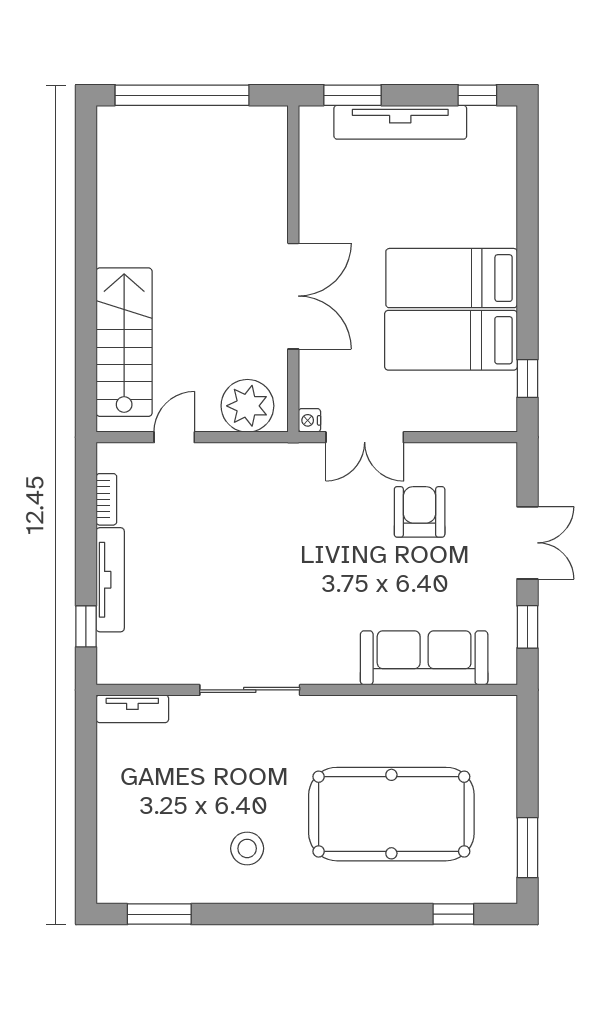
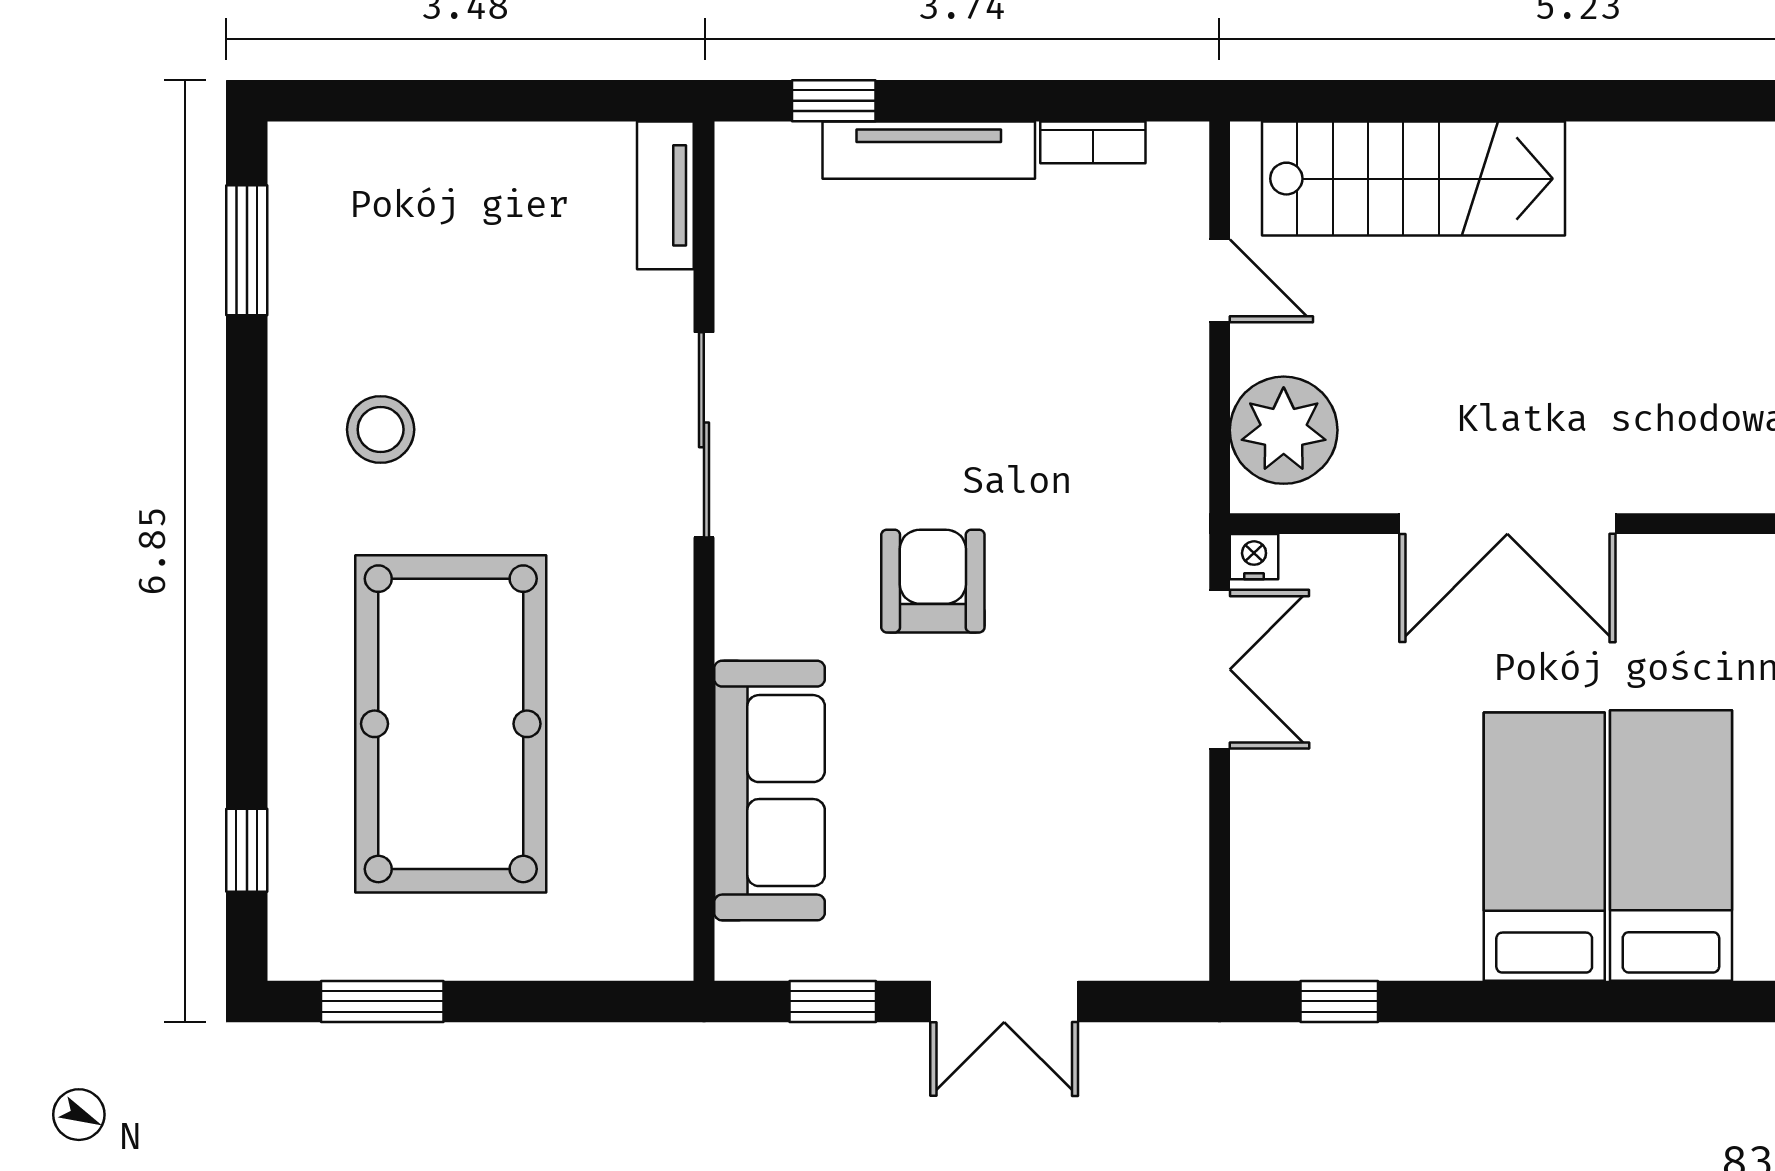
bed: (451, 340) -> (1671, 845), moved
double door: (365, 437) -> (1220, 669), swing flipped
armchair: (420, 512) -> (933, 581), moved, turned -90

